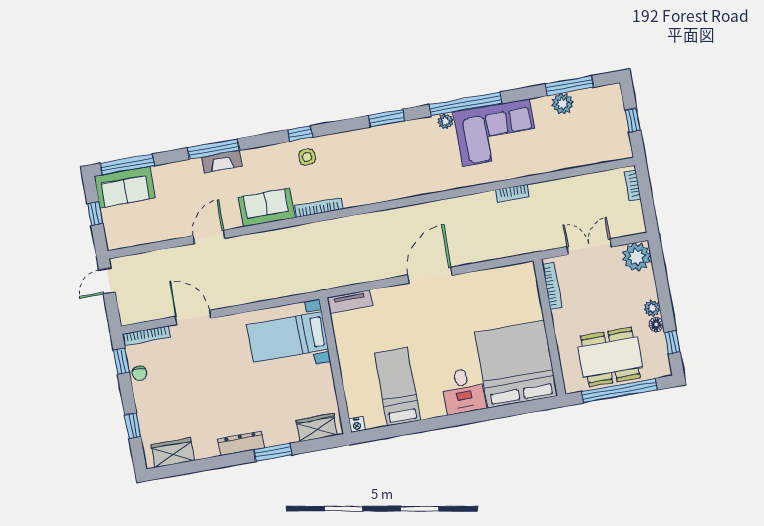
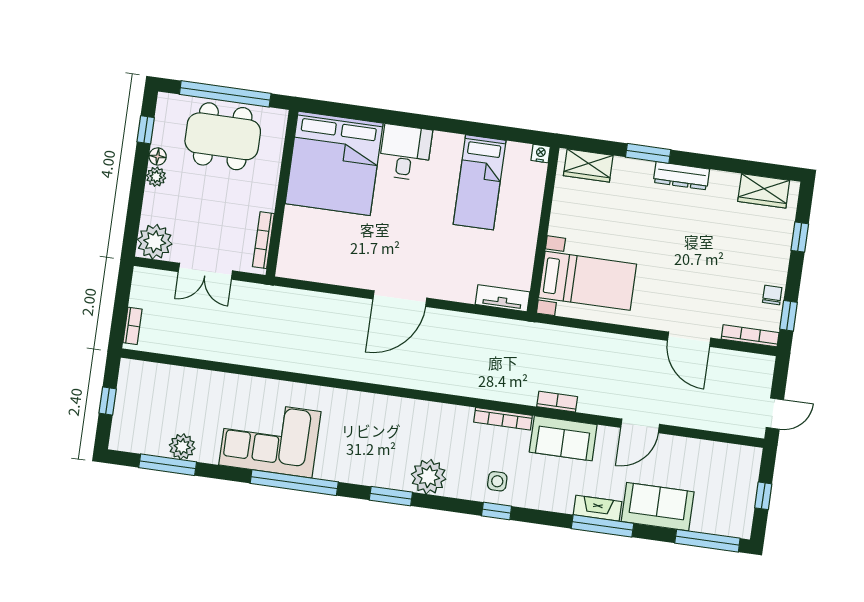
plant: (445, 121) -> (429, 477), moved, width x1.87, depth x1.87
sofa: (125, 187) -> (658, 507), moved
bookcase: (513, 193) -> (557, 402), moved

